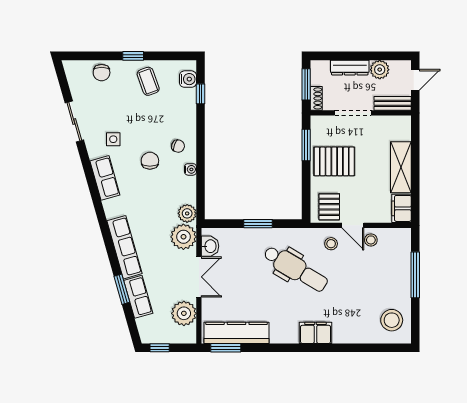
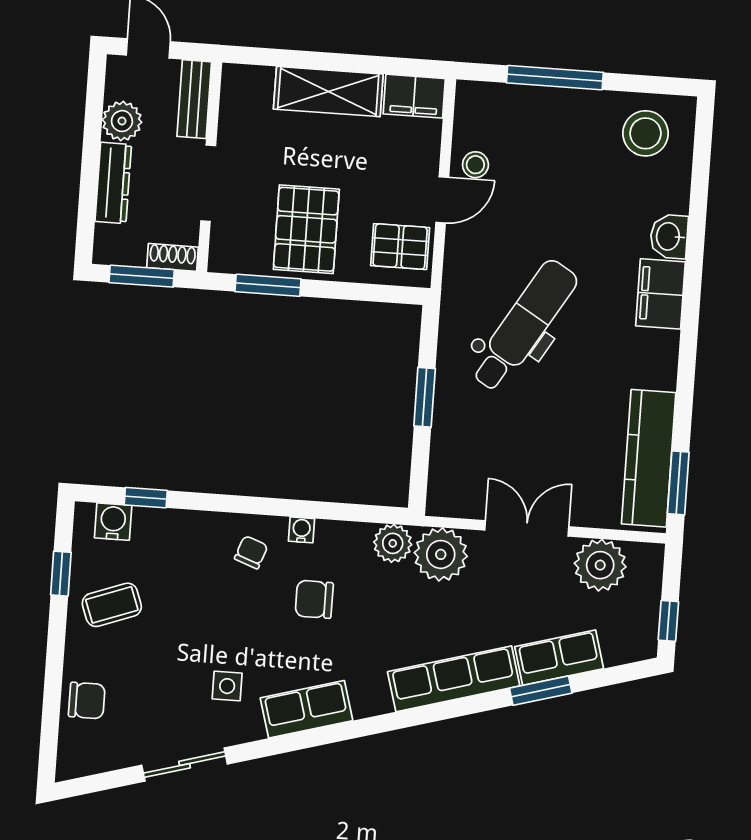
window: (133, 56) -> (61, 574), moved
chair: (150, 161) -> (314, 599), moved
stool: (331, 244) -> (477, 248), removed
washbasin: (210, 246) -> (669, 236), moved, turned -90

